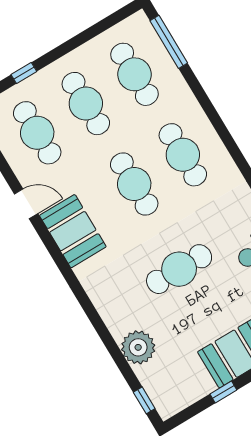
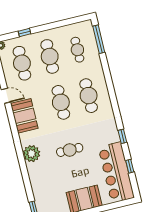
cafe table: (134, 74) -> (77, 50), width x0.73, depth x0.74
cafe table: (179, 269) -> (70, 150), width x0.73, depth x0.74
plant: (138, 347) -> (32, 154), moved

